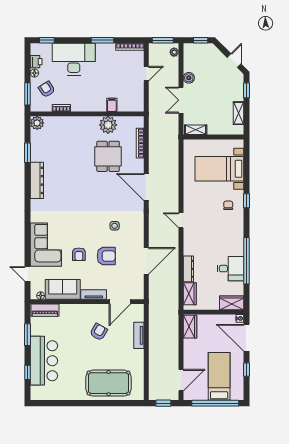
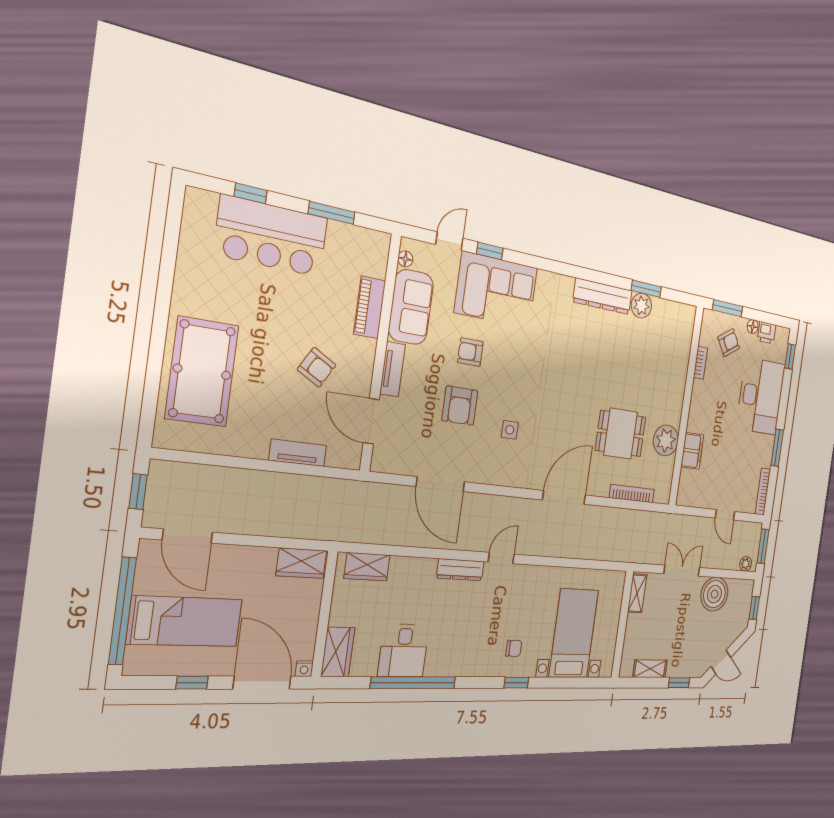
boiler: (189, 78) -> (714, 594), width x1.86, depth x1.86
filing cabinet: (112, 105) -> (692, 451), width x2.00
plant: (37, 123) -> (641, 306), moved
window: (27, 251) -> (490, 251), added
dresser: (188, 269) -> (460, 570), moved
piano: (45, 310) -> (370, 307), moved
door: (247, 338) -> (262, 683), hinge flipped

